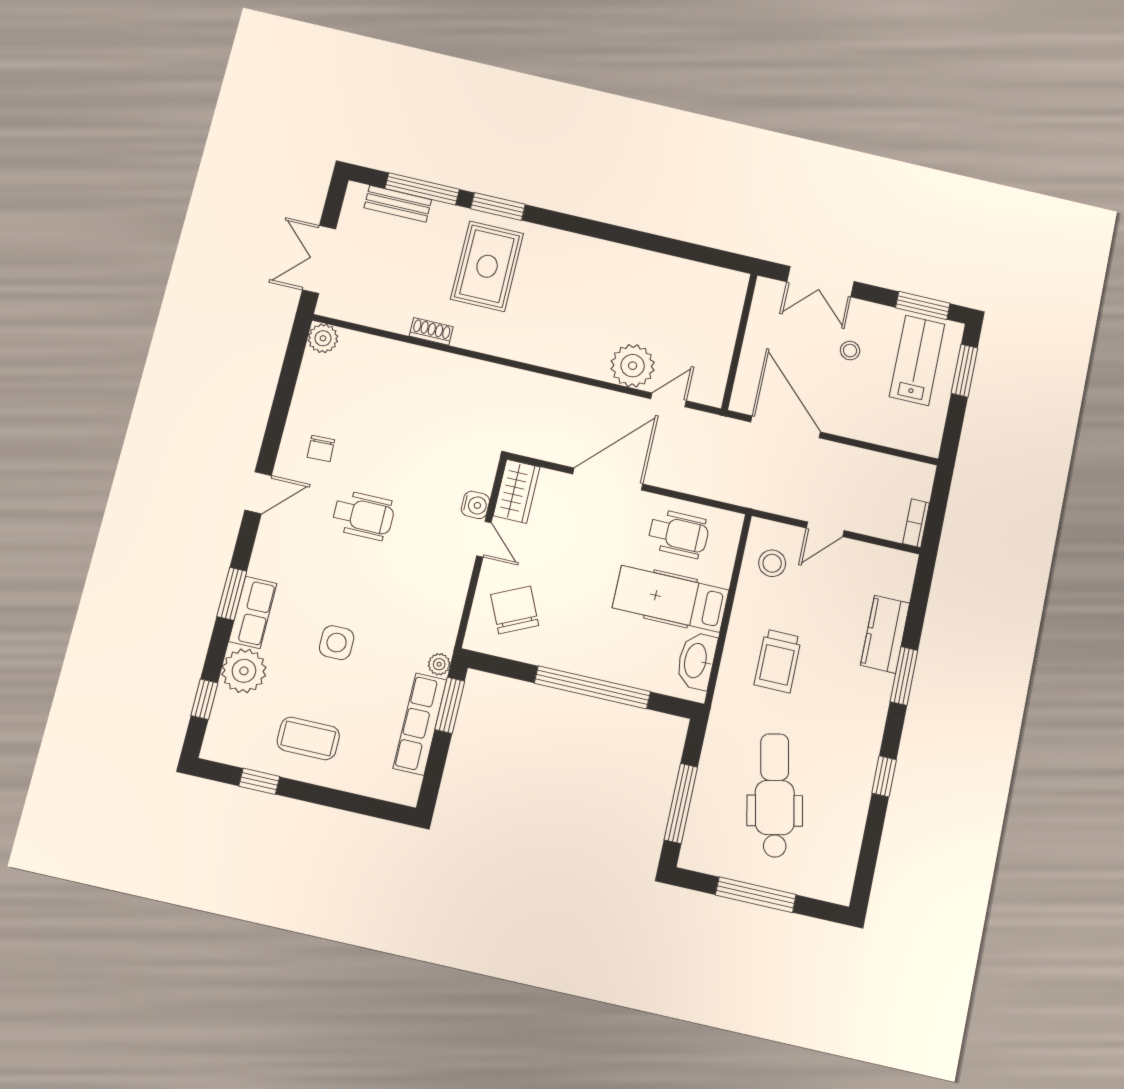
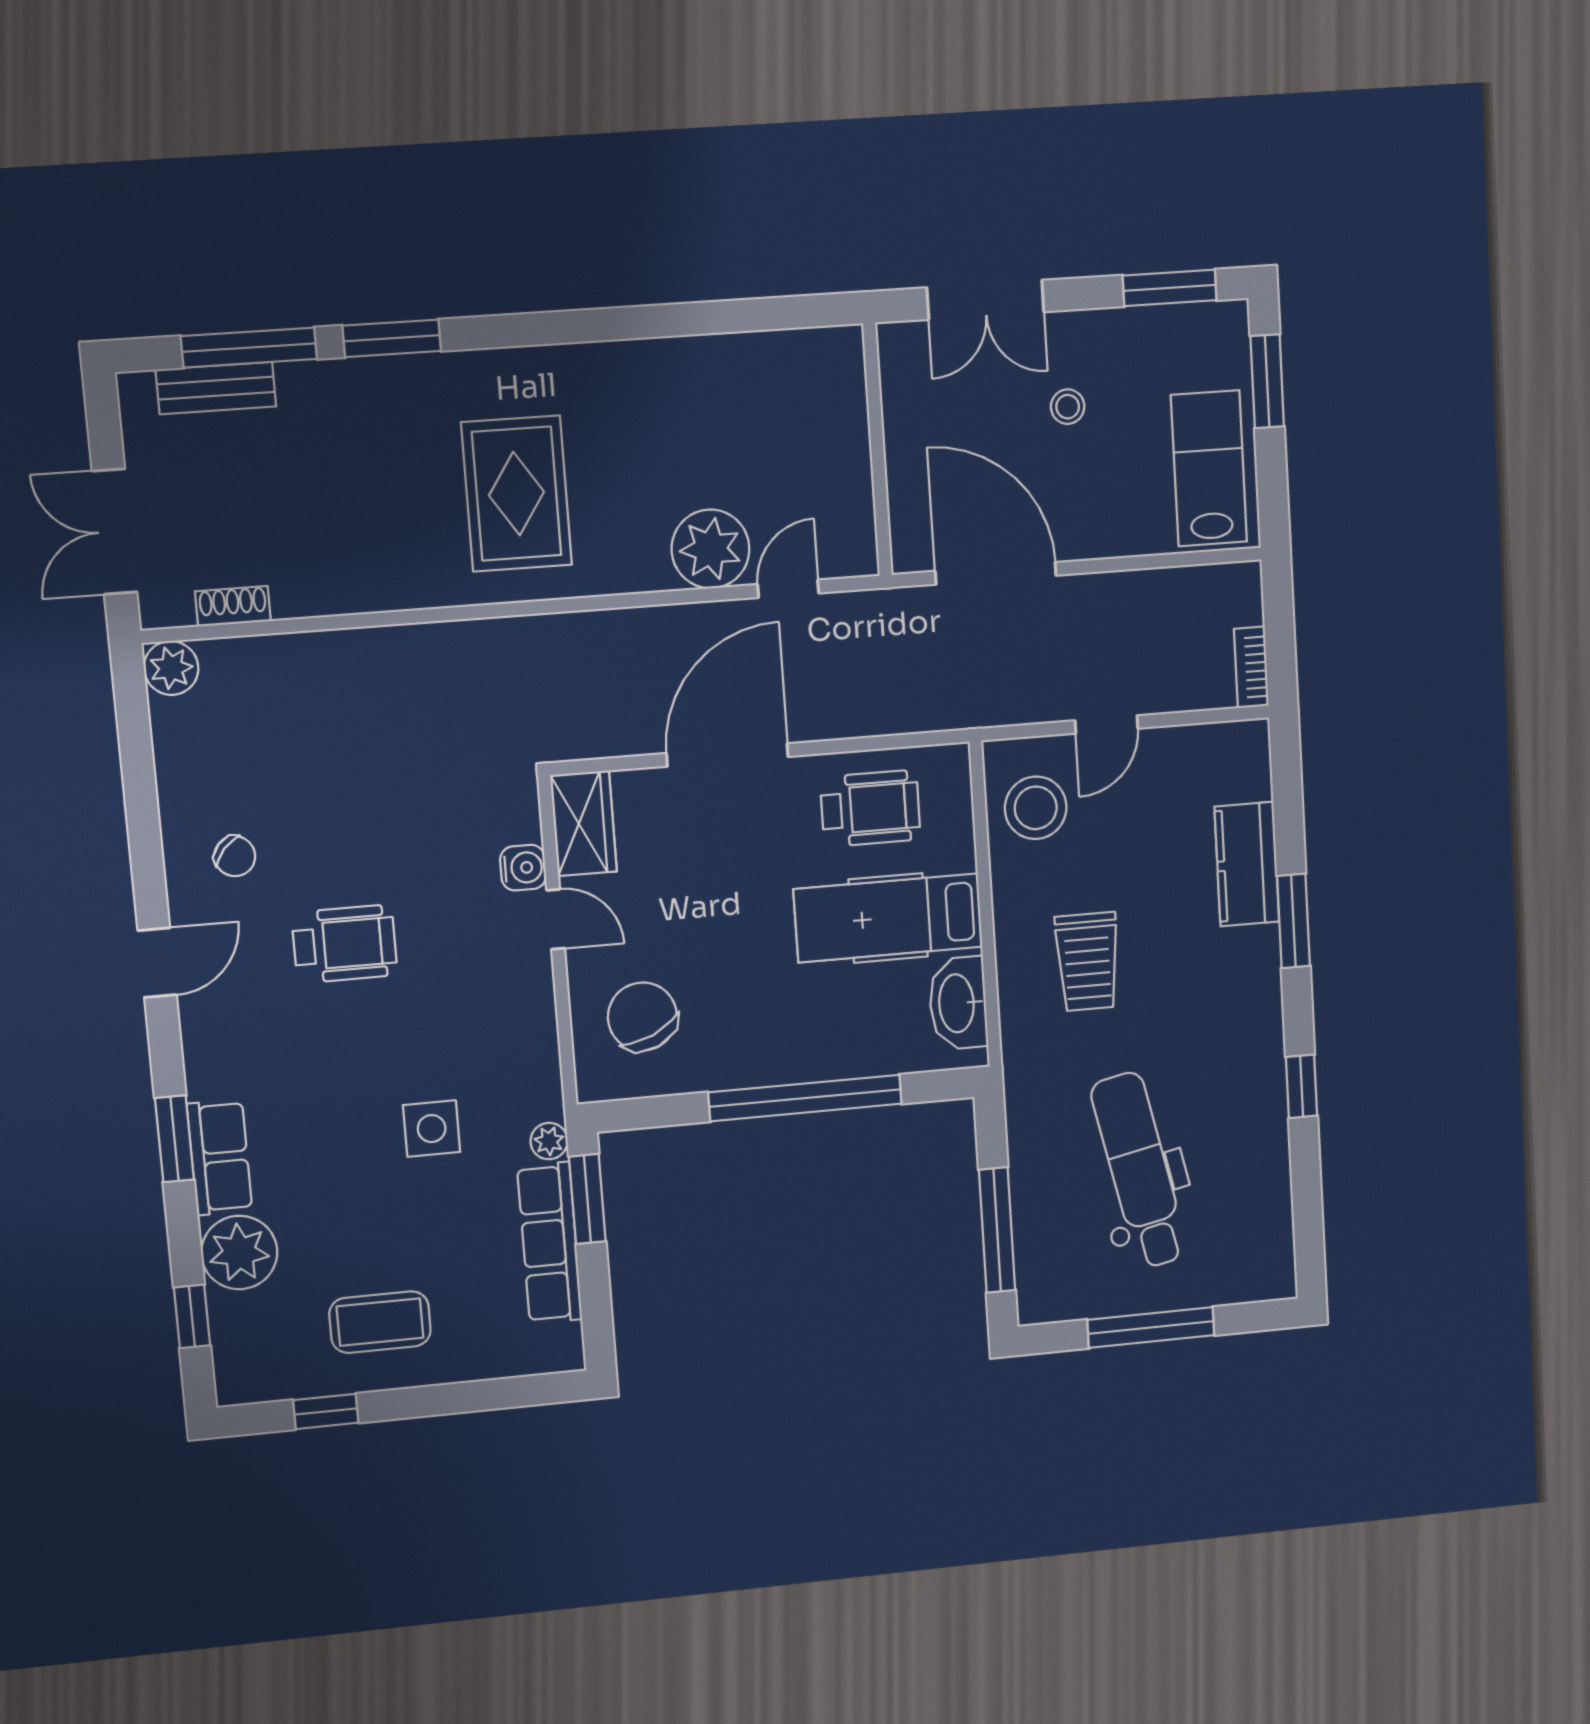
rug: (487, 266) -> (517, 494), moved
shoe rack: (431, 331) -> (233, 606), moved
lab bench: (917, 360) -> (1209, 468), moved
chair: (321, 448) -> (235, 856), turned -47
stool: (772, 563) -> (1036, 808), width x1.38, depth x1.38
side table: (337, 643) -> (432, 1129), moved

